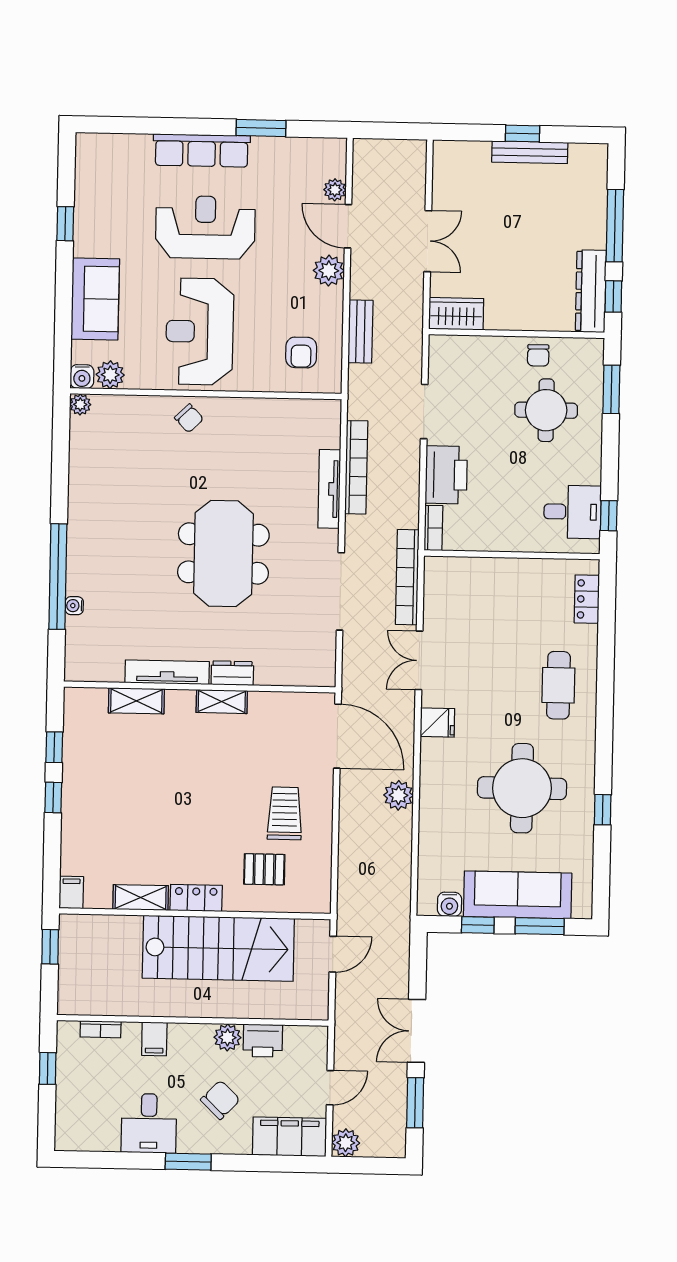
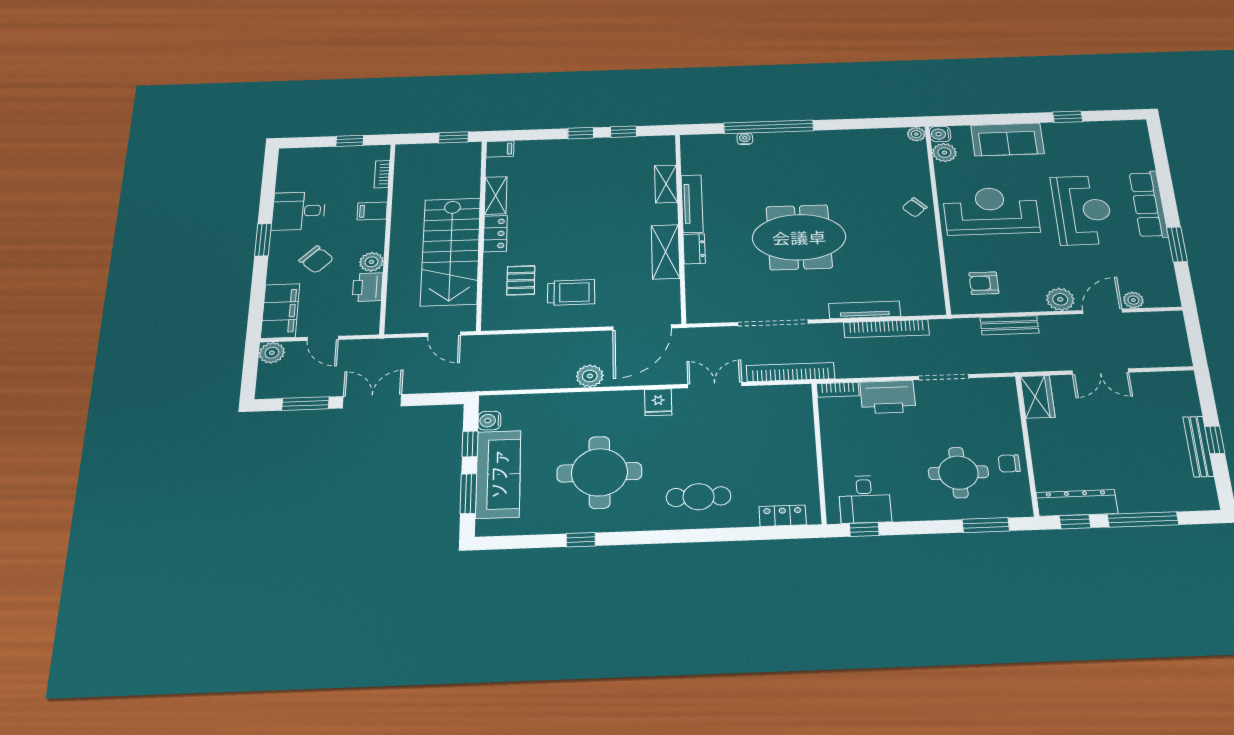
shelving: (222, 702) -> (666, 252), width x1.50, depth x1.33

